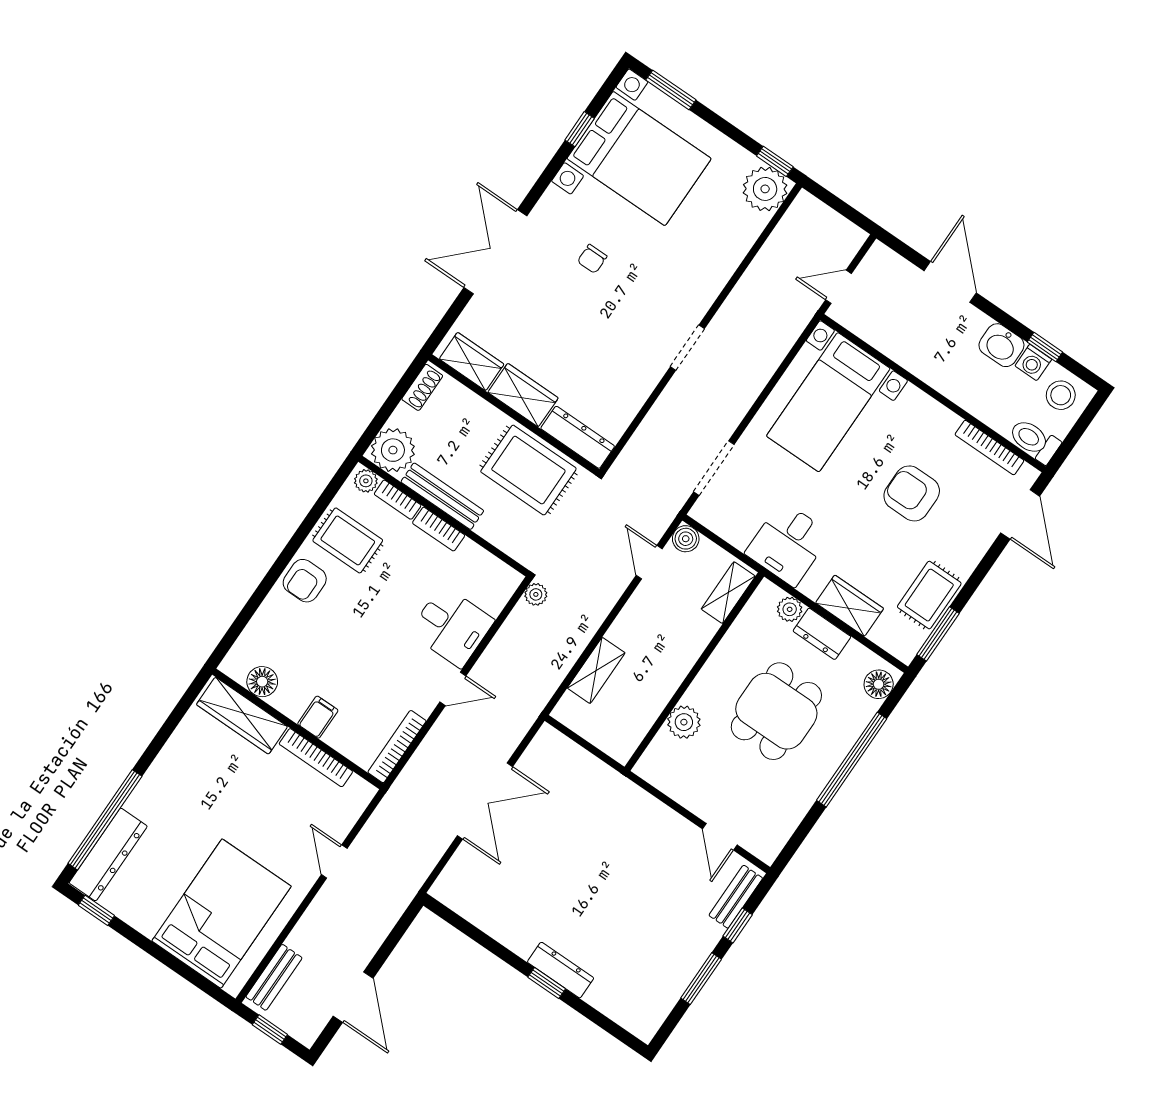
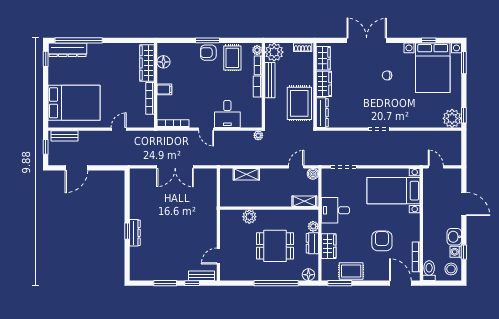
door: (950, 282) -> (464, 204), hinge flipped
door: (1020, 514) -> (400, 283), swing flipped
window: (280, 566) -> (207, 40), added

